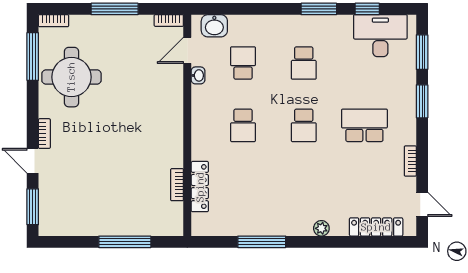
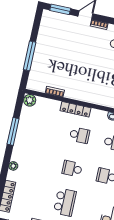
school desk: (243, 125) -> (80, 135), turned 180
locker: (200, 187) -> (75, 109), moved
plant: (202, 225) -> (30, 100), added

